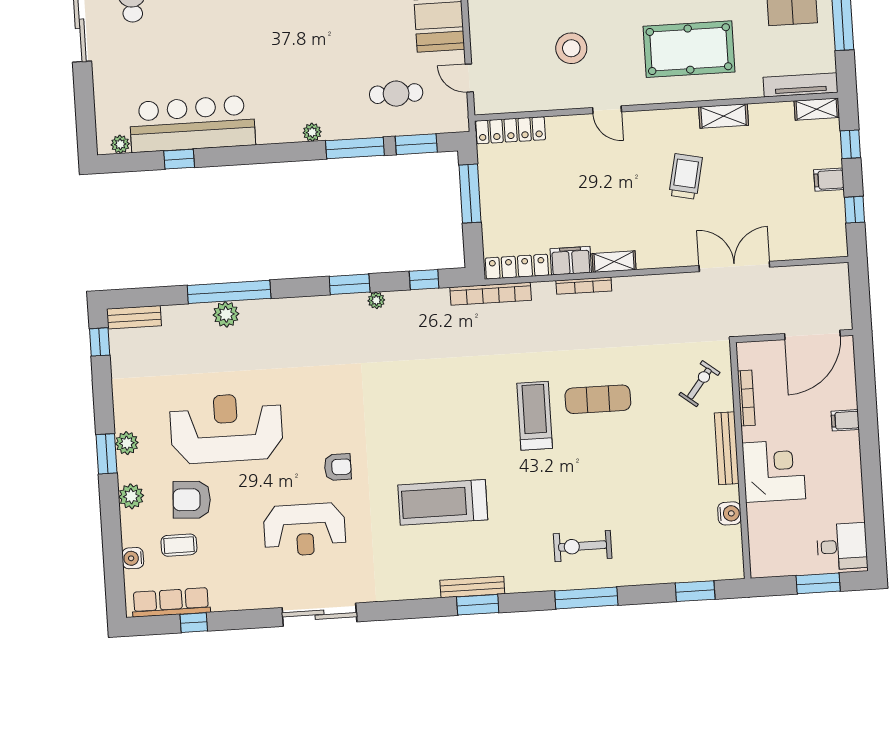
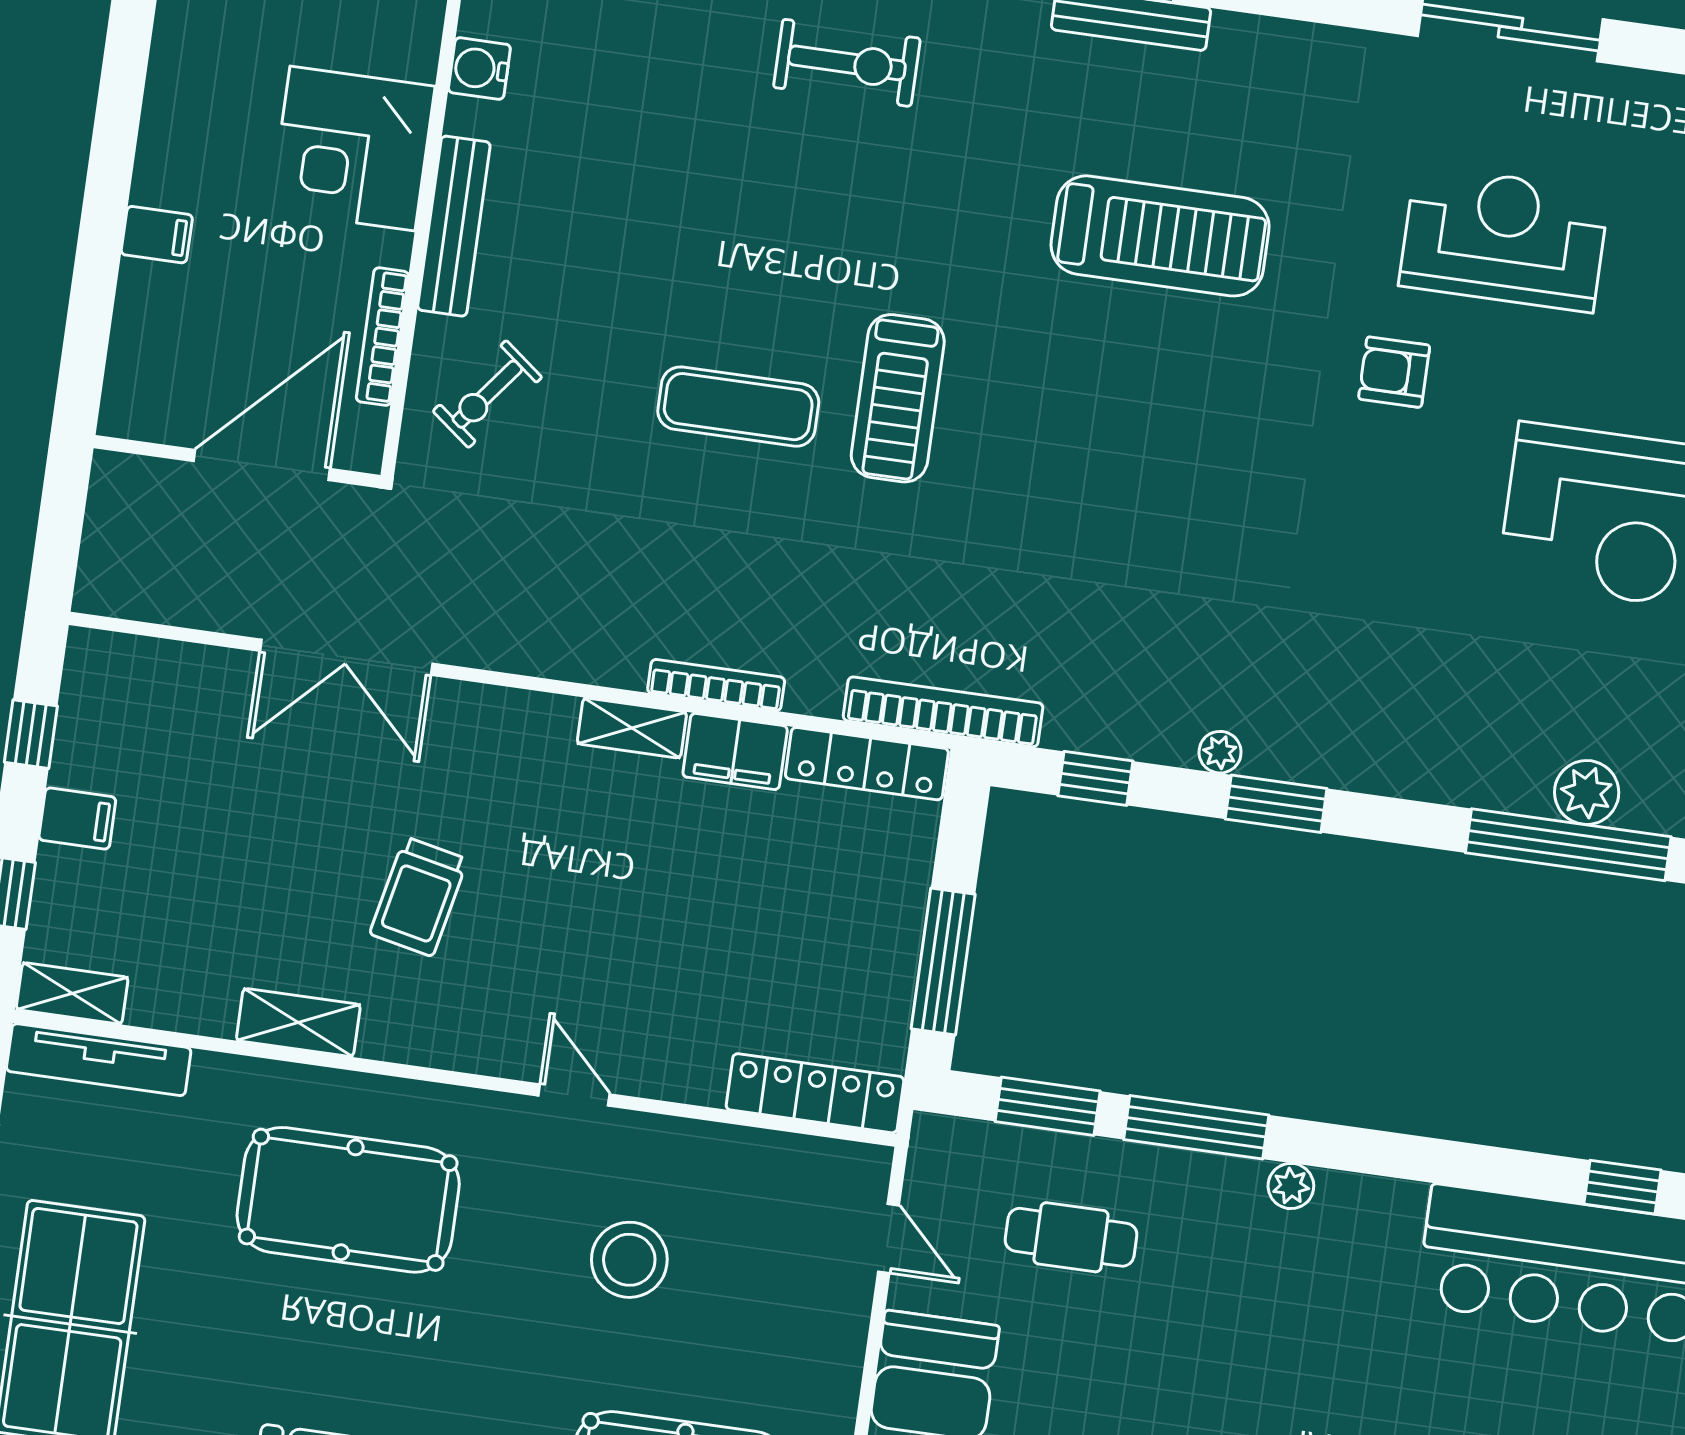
door: (812, 335) -> (262, 465), moved

